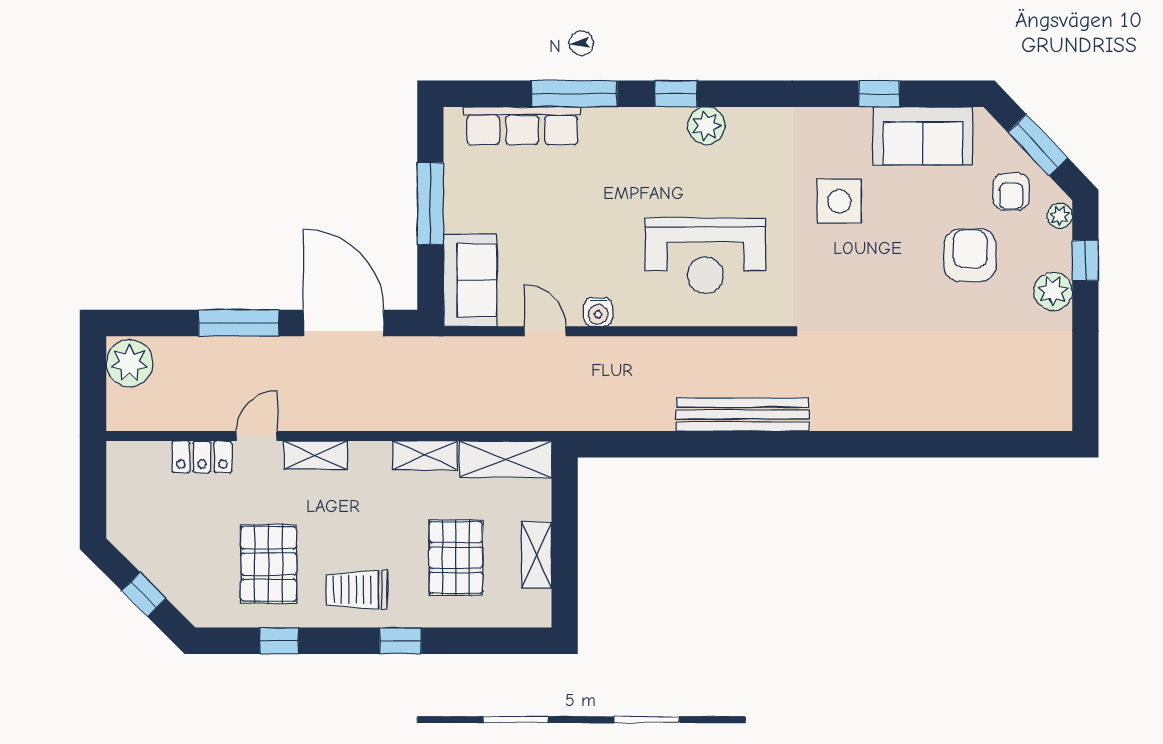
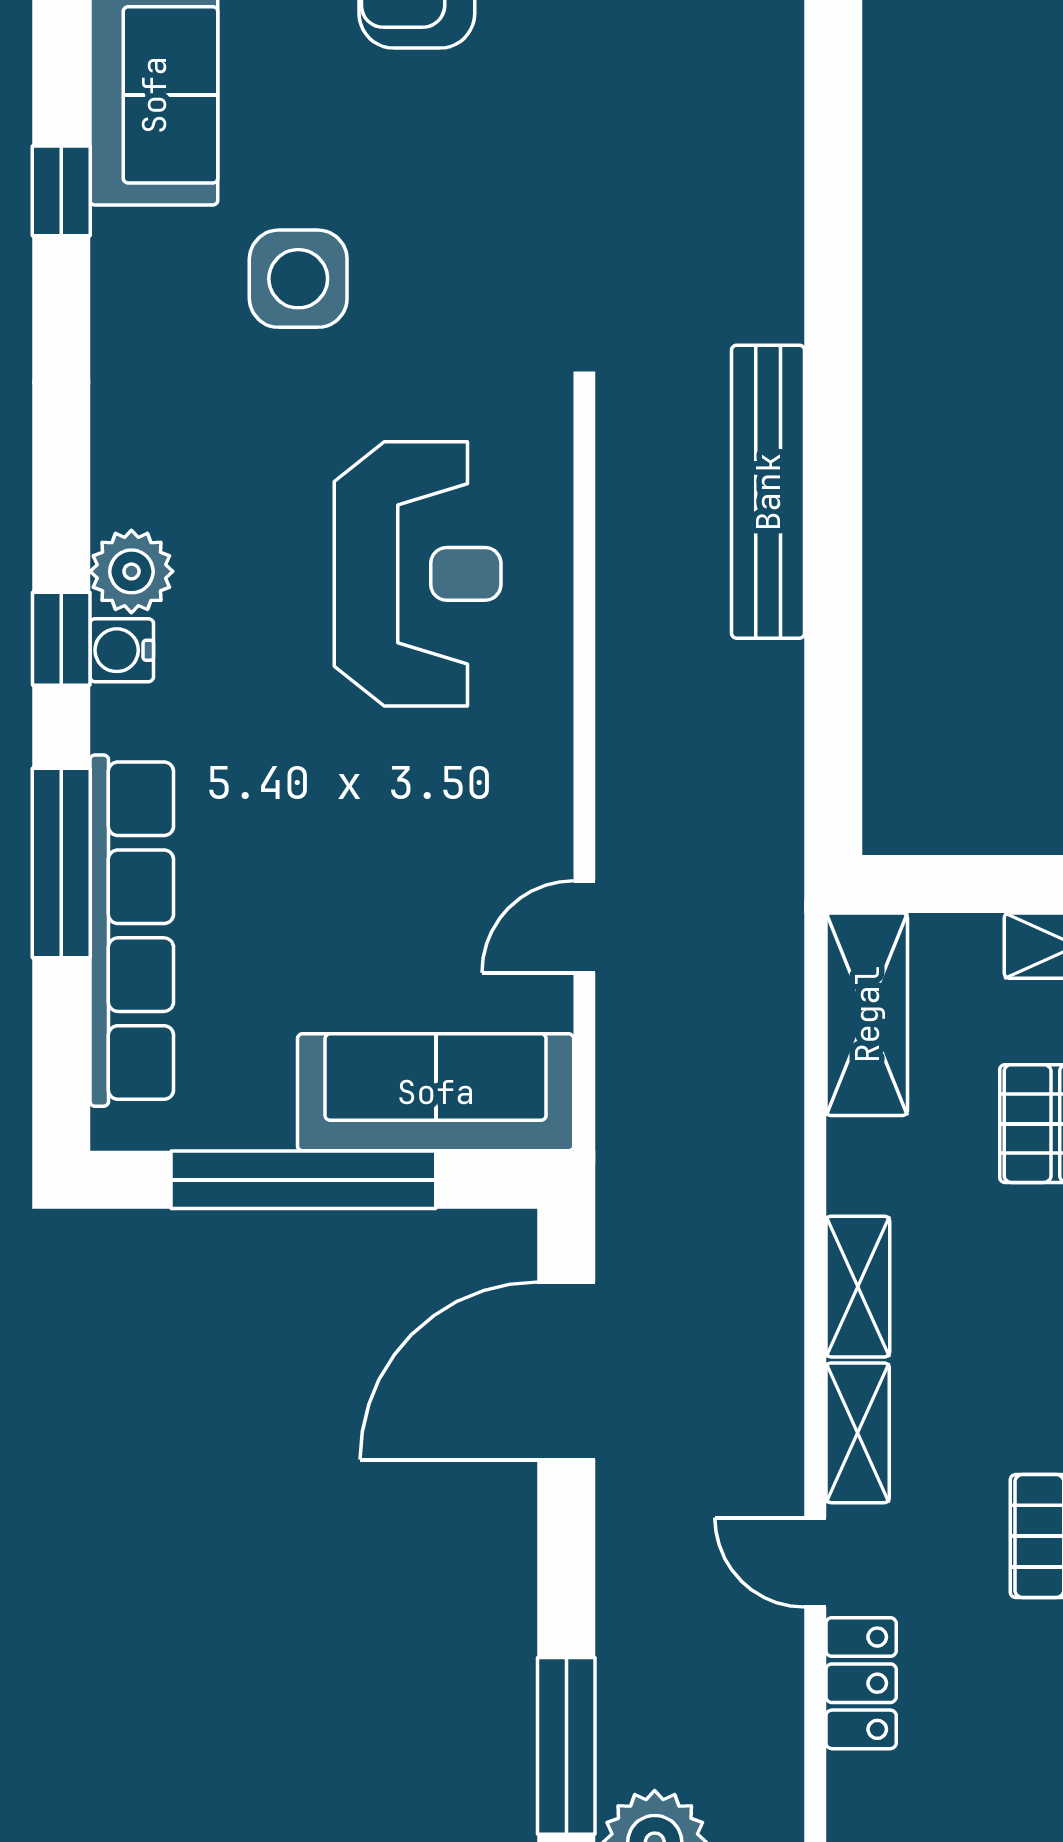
row of seats: (522, 126) -> (132, 931), width x1.36
window: (430, 204) -> (303, 1180), width x1.46
sofa: (470, 280) -> (436, 1092), width x1.36
water cooler: (598, 312) -> (122, 650), moved, turned 180
window: (239, 323) -> (566, 1746), moved
shelving: (425, 455) -> (858, 1287), moved

